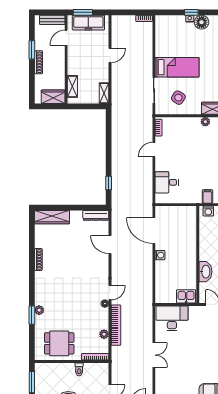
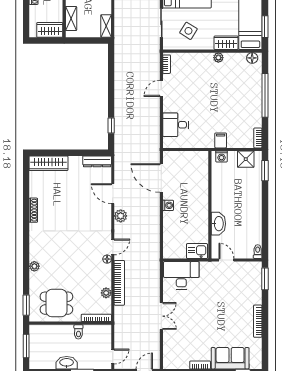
plant: (117, 265) -> (121, 216), added
window: (32, 315) -> (26, 305), moved

